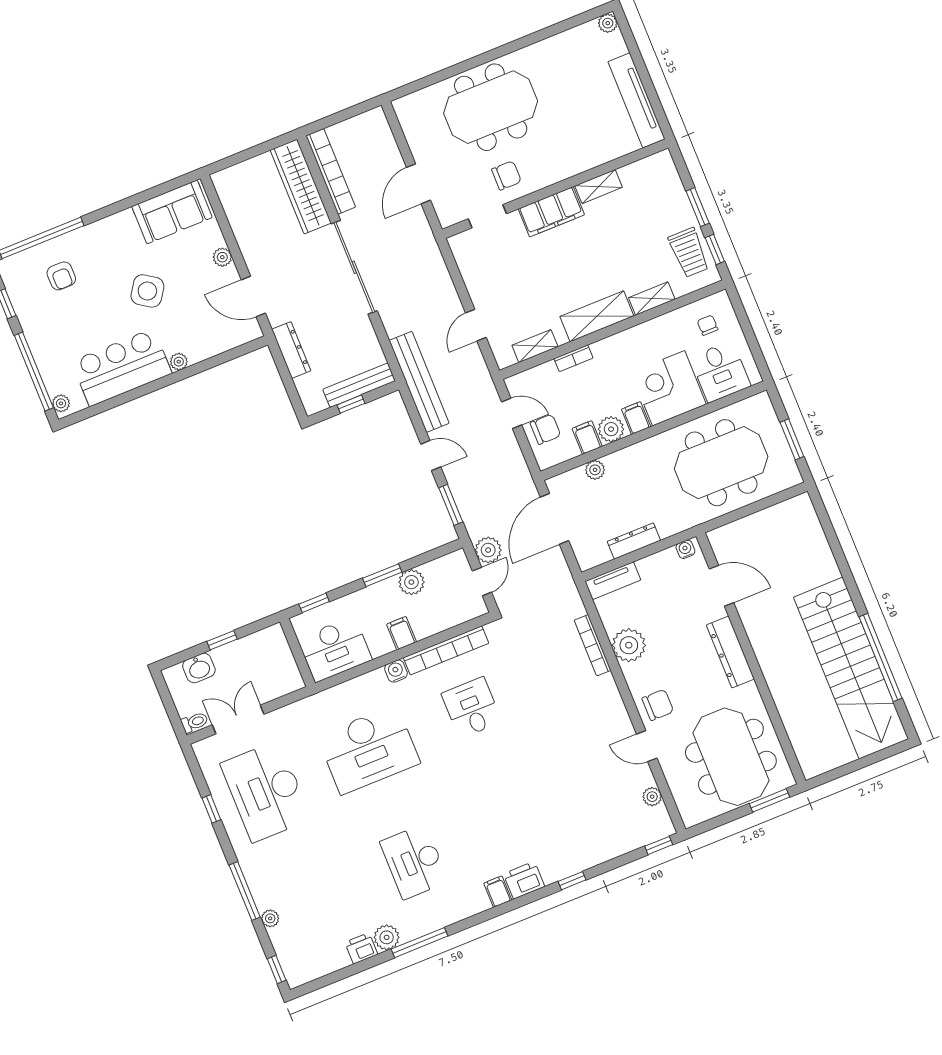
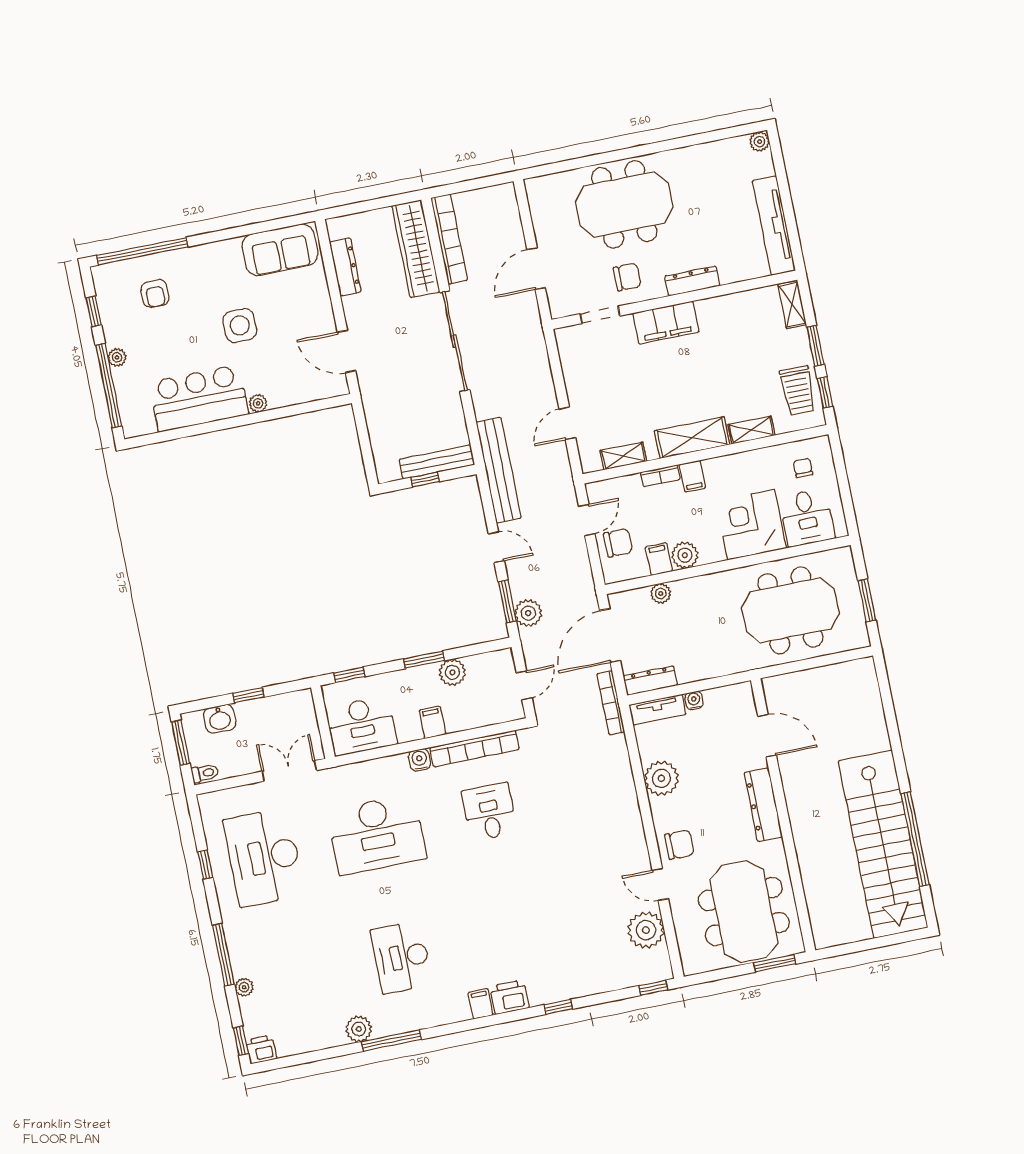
dresser: (569, 168) -> (692, 281), added
shelving: (599, 187) -> (792, 305), moved, turned 90
plant: (222, 257) -> (322, 305), removed
side table: (147, 291) -> (240, 325), turned -34
dresser: (291, 350) -> (345, 267), moved
plant: (61, 403) -> (117, 357), moved
door: (512, 413) -> (587, 520), hinge flipped
filing cabinet: (636, 418) -> (692, 476), moved, turned 180
dresser: (634, 541) -> (650, 681), moved
water cooler: (685, 549) -> (694, 700), moved
plant: (488, 550) -> (528, 613), moved
bookcase: (593, 645) -> (611, 703), moved
window: (166, 698) -> (181, 743), added
double door: (238, 720) -> (289, 771), moved
plant: (652, 797) -> (646, 930), width x1.87, depth x1.87
printer: (361, 948) -> (261, 1049), moved

